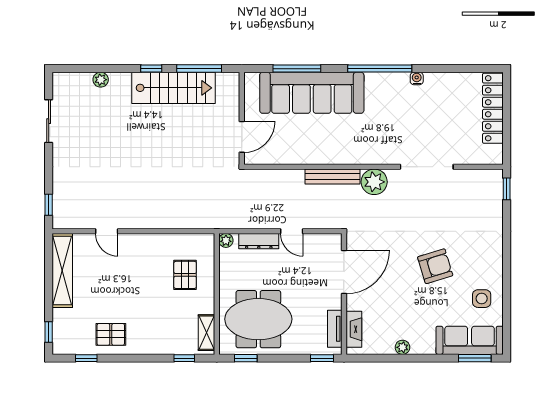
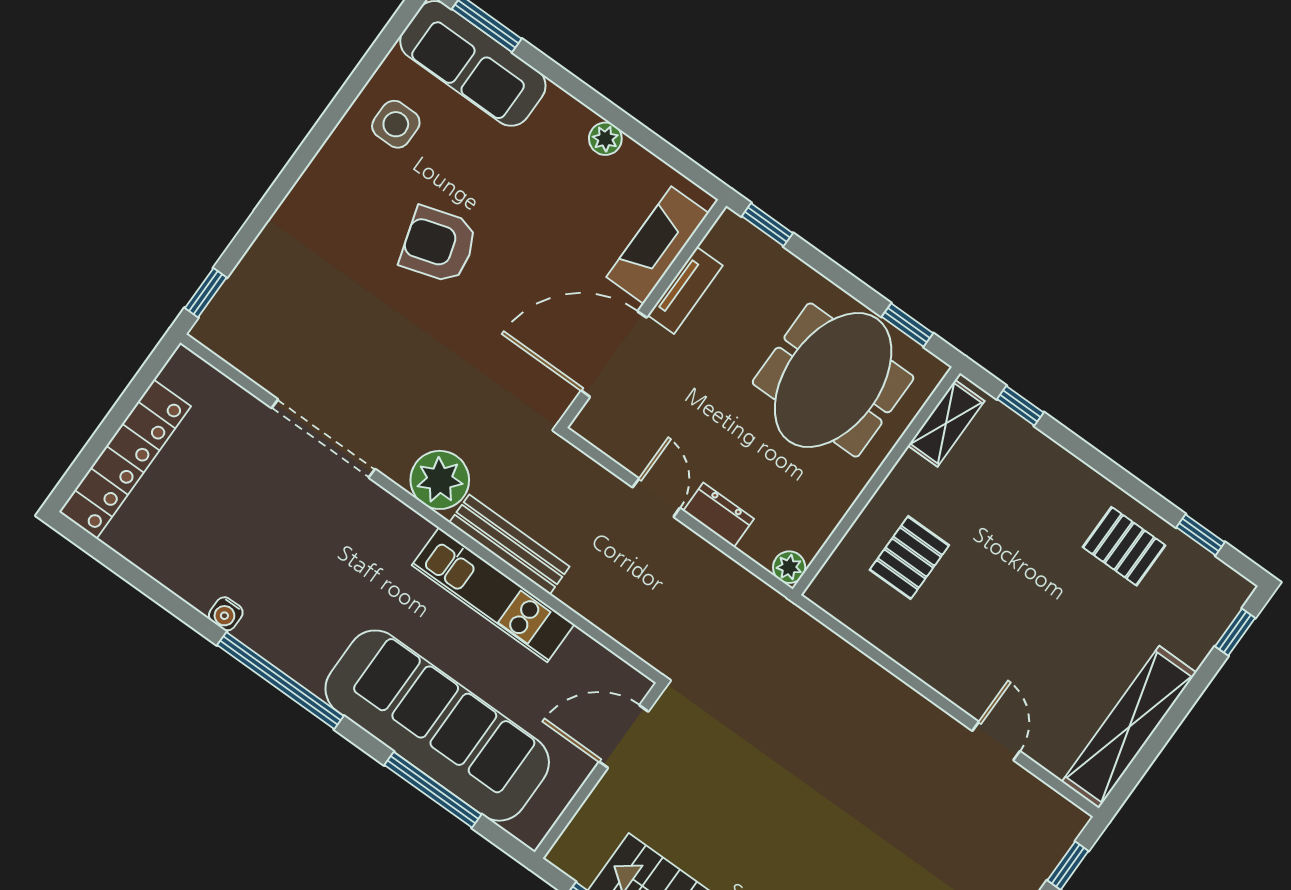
kitchen unit: (325, 154) -> (493, 595), added
dresser: (259, 241) -> (719, 515), width x0.70
meeting table: (258, 319) -> (833, 380), turned 90
tv unit: (335, 329) -> (685, 290), moved
fireplace: (354, 329) -> (658, 245), width x1.37, depth x1.32

